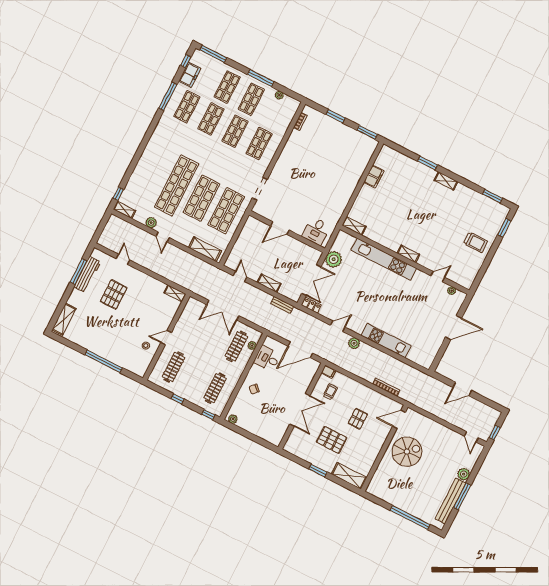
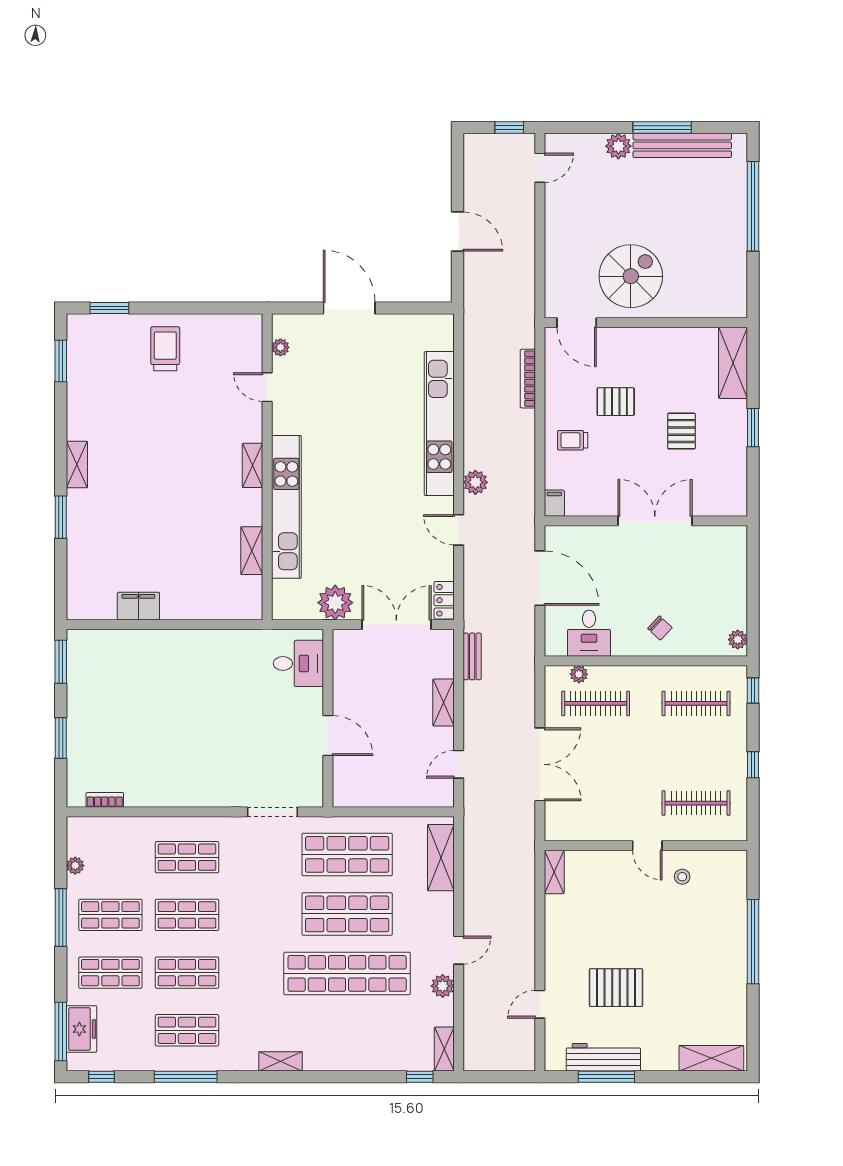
freezer: (190, 75) -> (82, 1029), moved, turned 90
shelving: (154, 139) -> (281, 1061), added
shelving: (354, 226) -> (252, 551), moved
kitchen unit: (386, 341) -> (439, 424), width x1.36
trolley: (330, 392) -> (573, 440), moved
pallet: (332, 440) -> (681, 431), width x0.67, depth x0.71
spiral stairs: (407, 452) -> (631, 276), turned 90

